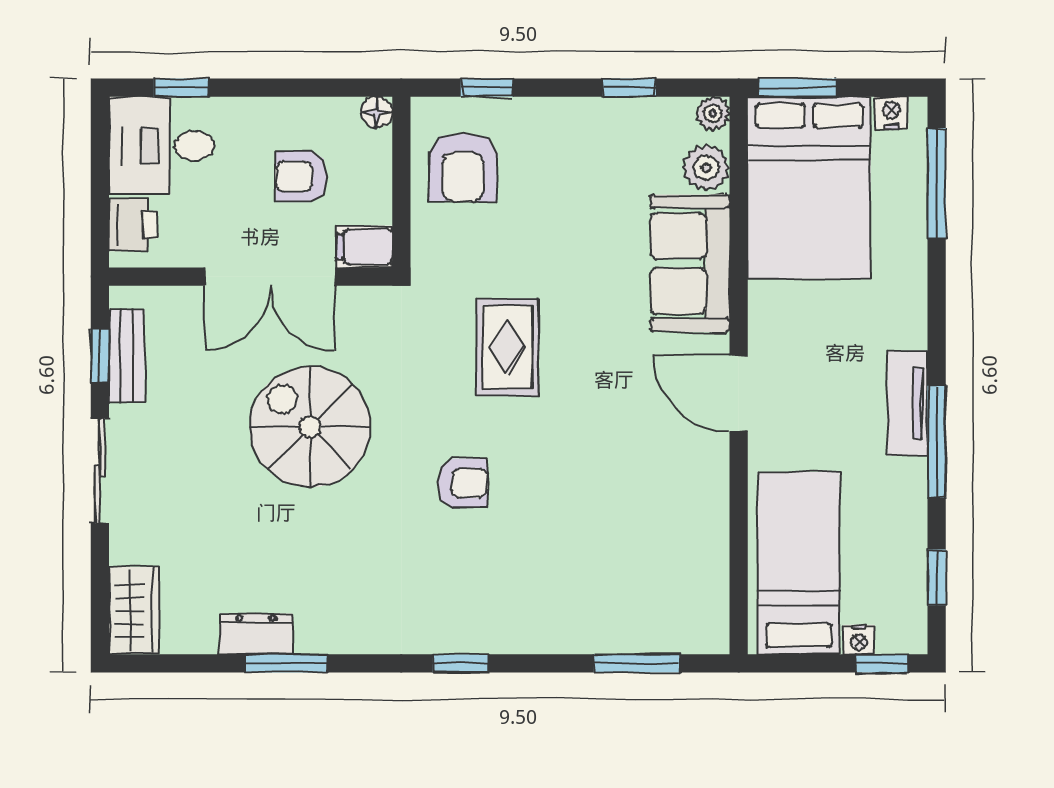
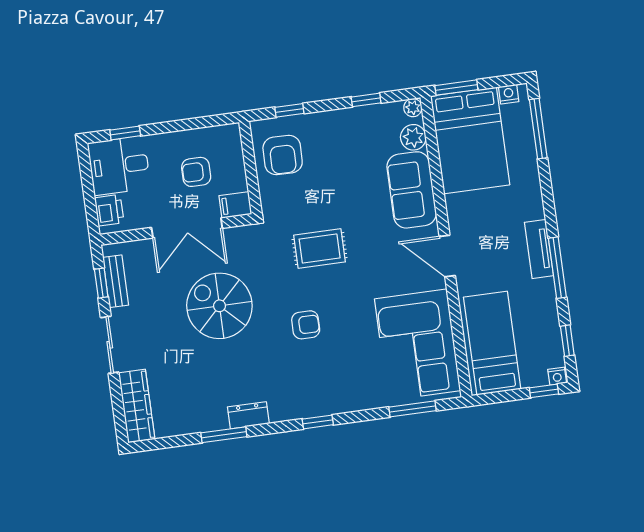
floor lamp: (377, 112) -> (232, 132), removed
rug: (507, 347) -> (320, 249), turned 90
corner sofa: (662, 548) -> (418, 345), added
wardrobe: (134, 610) -> (137, 406), width x1.50
dresser: (256, 634) -> (248, 415), moved
nightstand: (859, 640) -> (557, 376), moved

